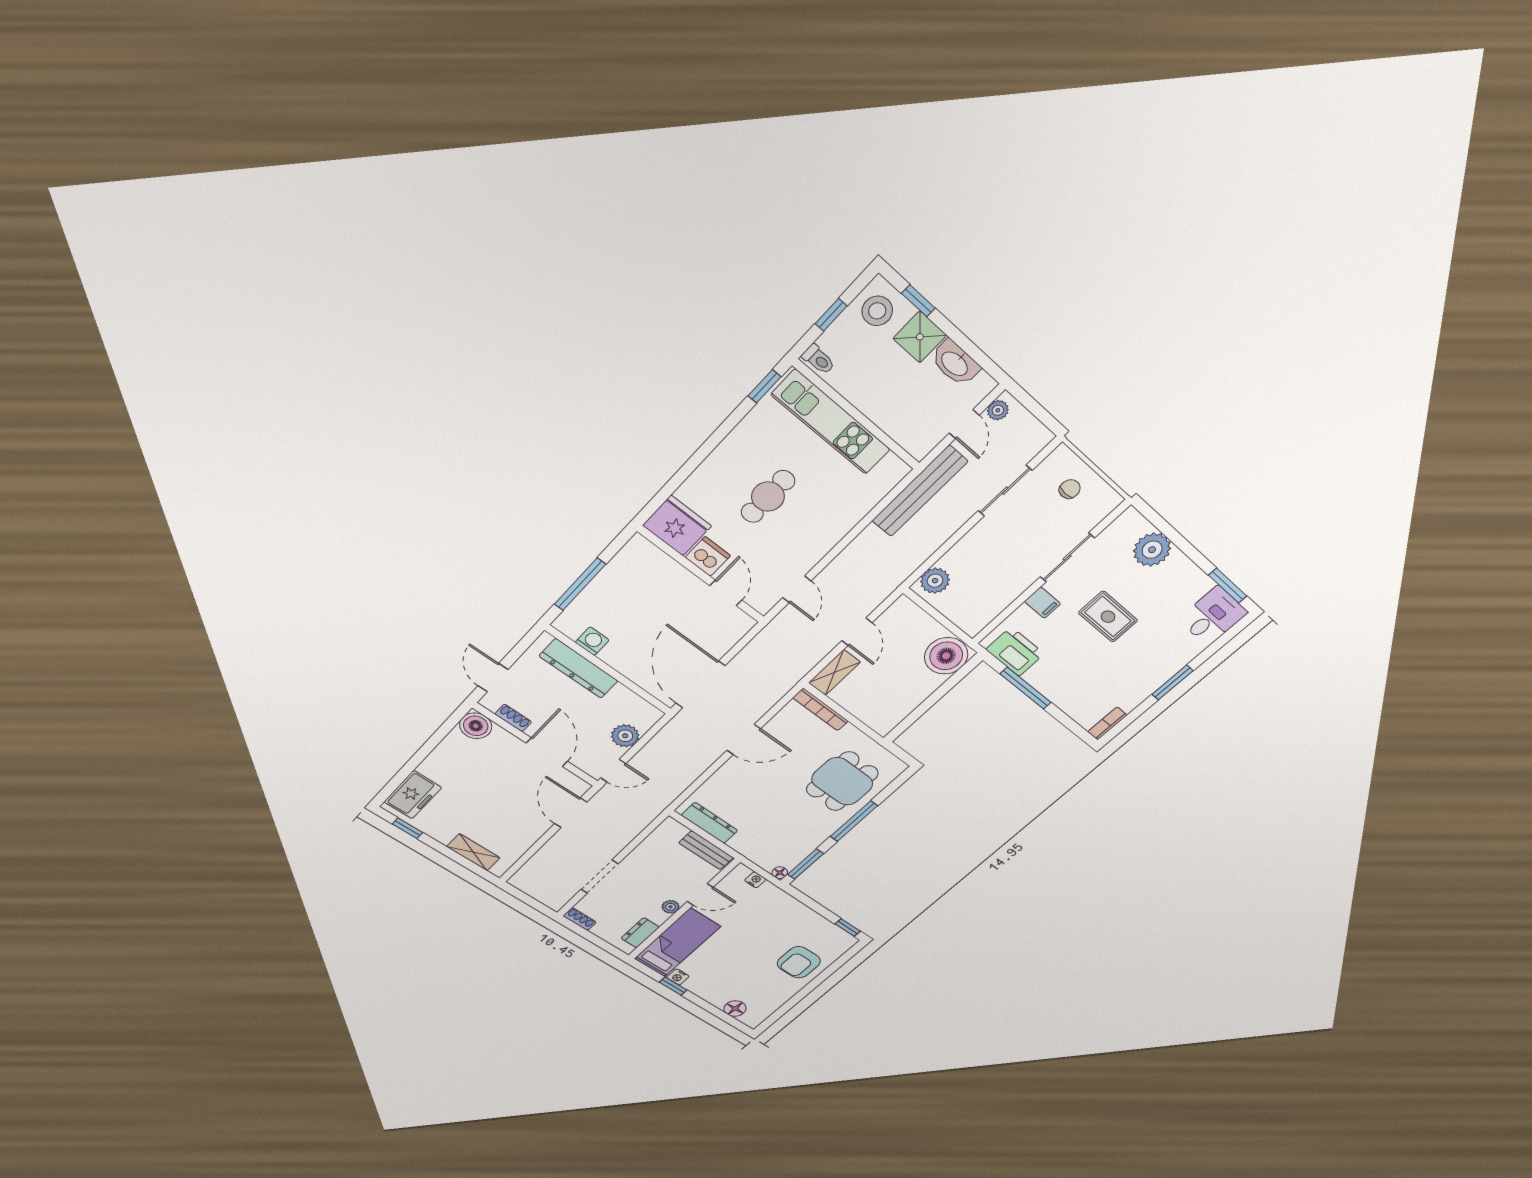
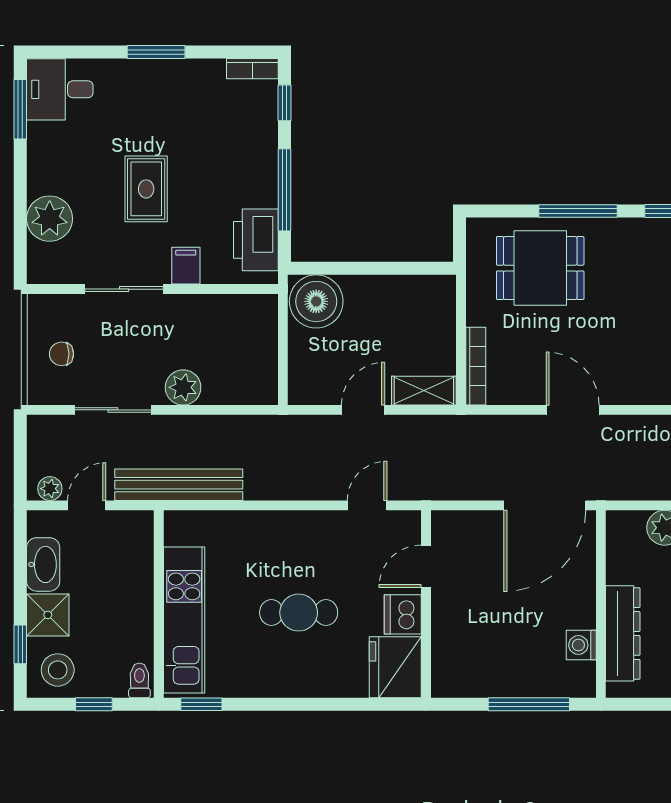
plant: (935, 581) -> (183, 387), moved
window: (1071, 725) -> (284, 103), added

